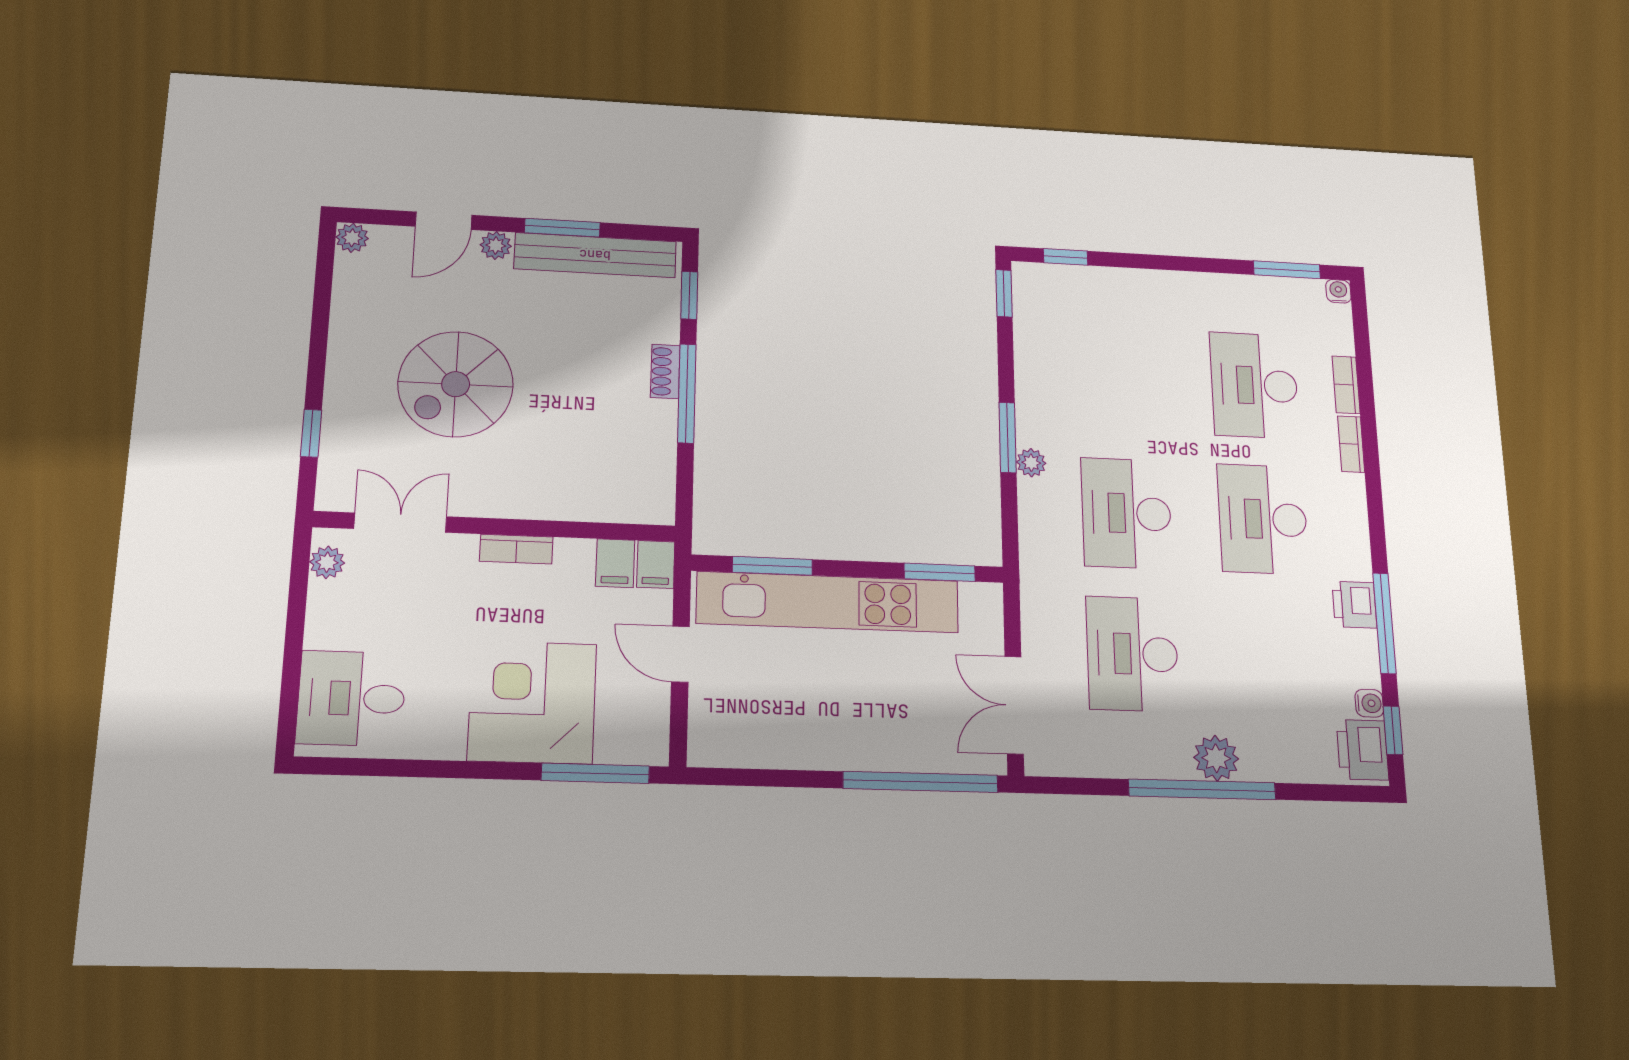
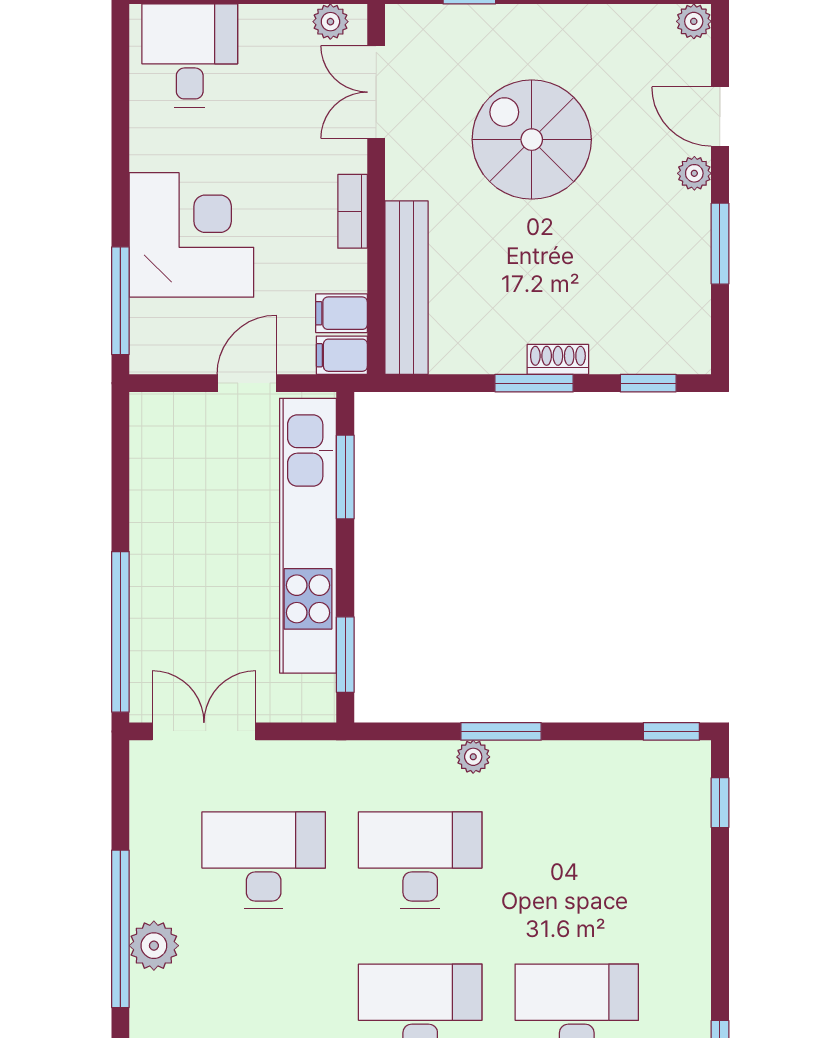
bench: (595, 255) -> (406, 288), moved
window: (687, 393) -> (534, 383), width x0.69
double door: (400, 523) -> (376, 92), swing flipped

